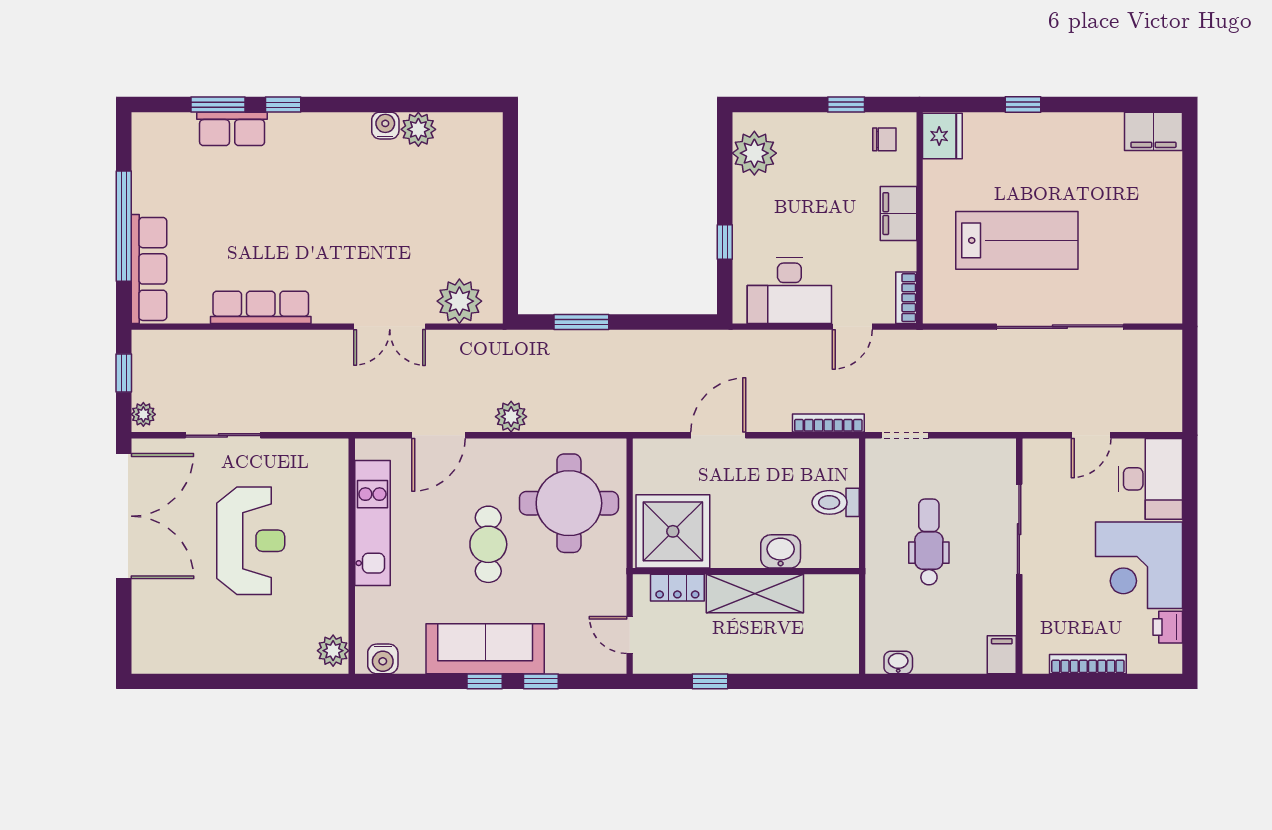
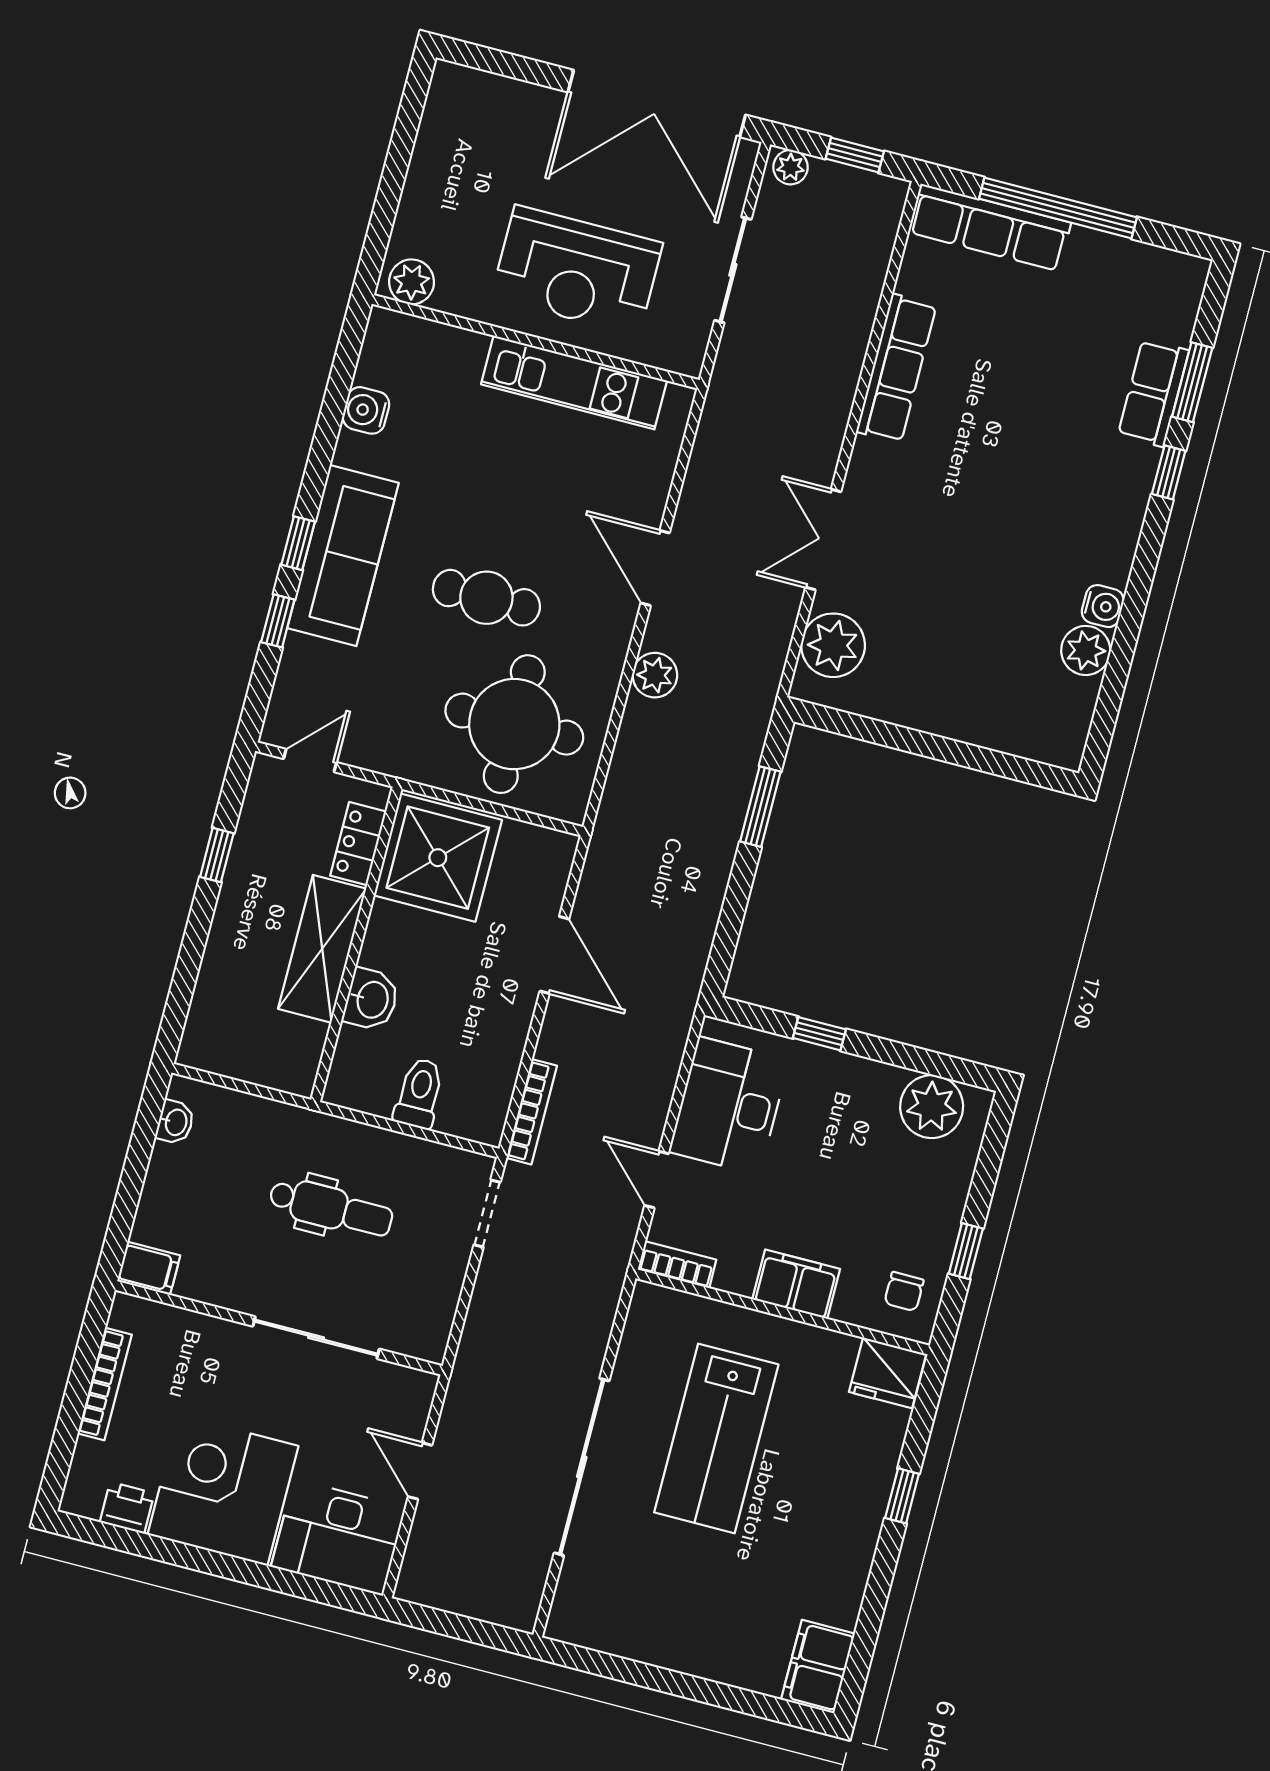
kitchen unit: (372, 523) -> (574, 382), moved
wall: (352, 556) -> (536, 342), moved
plant: (333, 651) -> (412, 282), moved

